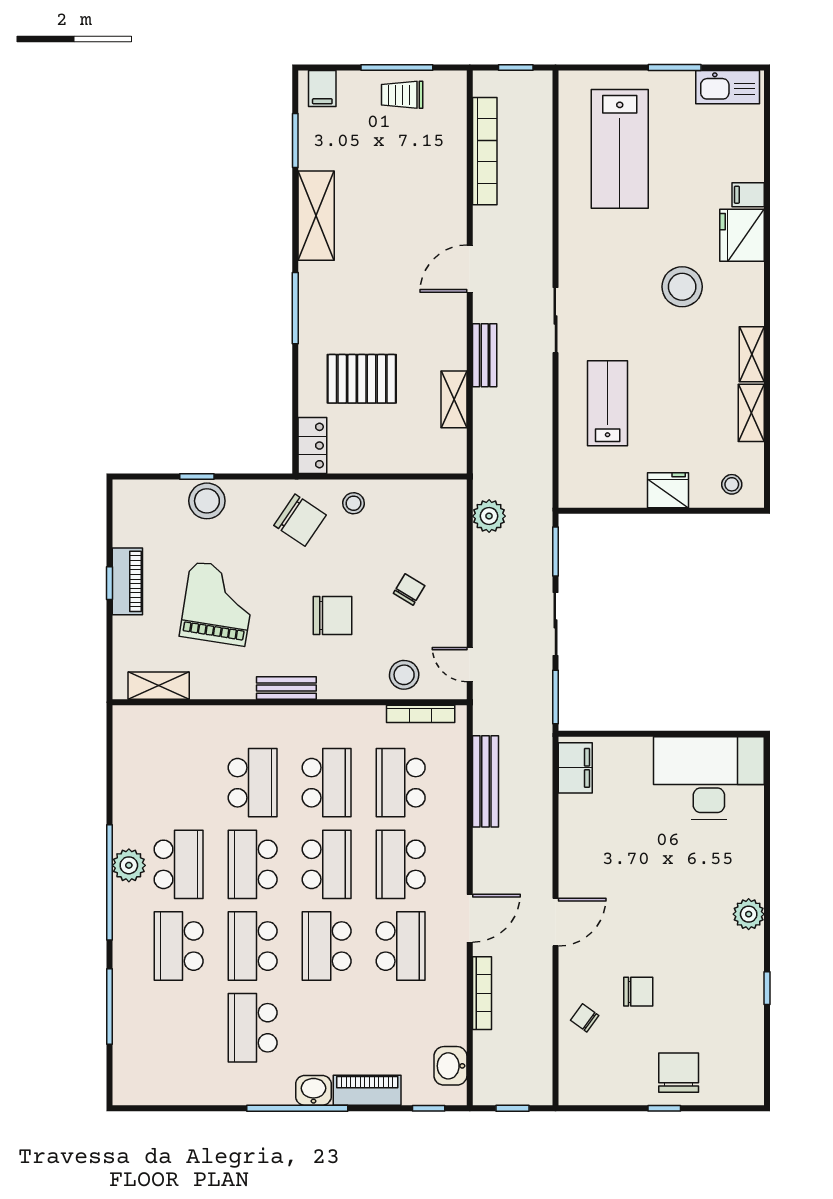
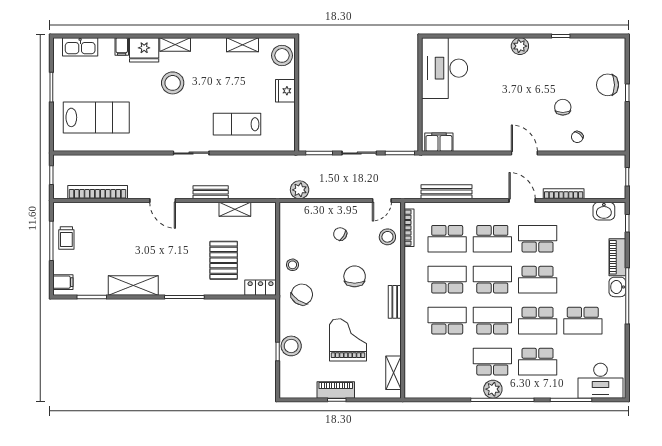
kitchen sink: (728, 87) -> (80, 47), moved, turned 90
shelving: (752, 354) -> (175, 44), moved
stool: (732, 484) -> (282, 55), width x1.89, depth x1.89
grand piano: (218, 604) -> (348, 340), turned 81
school desk: (253, 864) -> (492, 321), turned 180
desk: (144, 1060) -> (600, 381), added

